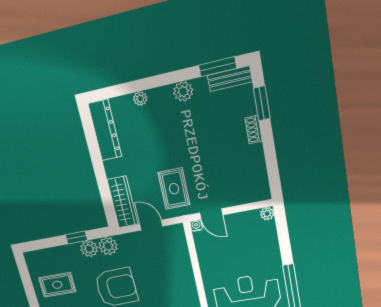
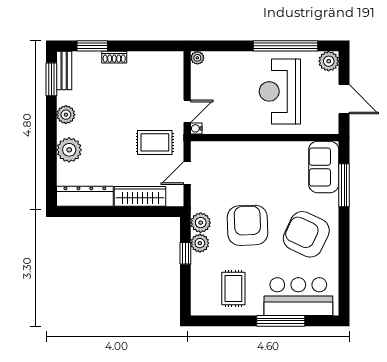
plant: (140, 99) -> (69, 150), width x1.88, depth x1.88
wardrobe: (123, 202) -> (140, 196), moved

